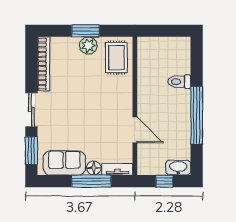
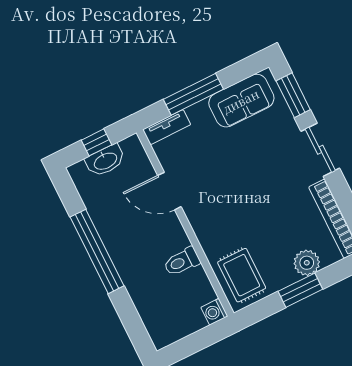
washing machine: (144, 44) -> (214, 312), added
plant: (88, 45) -> (307, 263), moved
toilet: (179, 82) -> (182, 262), moved, turned 180
floor lamp: (94, 168) -> (199, 113), removed
washbasin: (178, 168) -> (105, 161), moved

